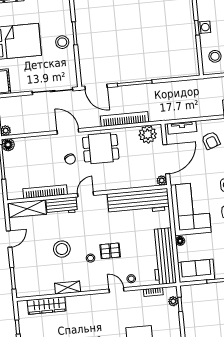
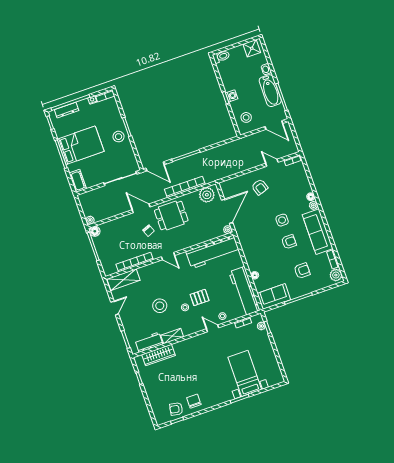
tv unit: (182, 128) -> (234, 182), removed
door: (86, 194) -> (168, 256), swing flipped
workbench: (62, 206) -> (149, 342), moved, turned 180
corner sofa: (191, 209) -> (257, 247), removed

